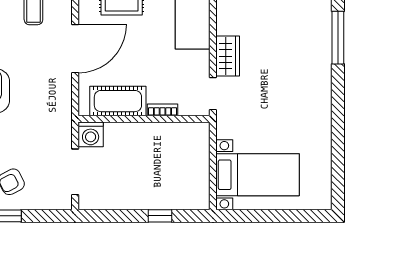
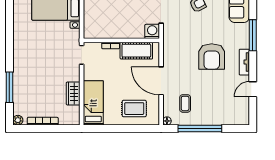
door: (75, 49) -> (161, 81), hinge flipped
wardrobe: (228, 56) -> (73, 93), moved

